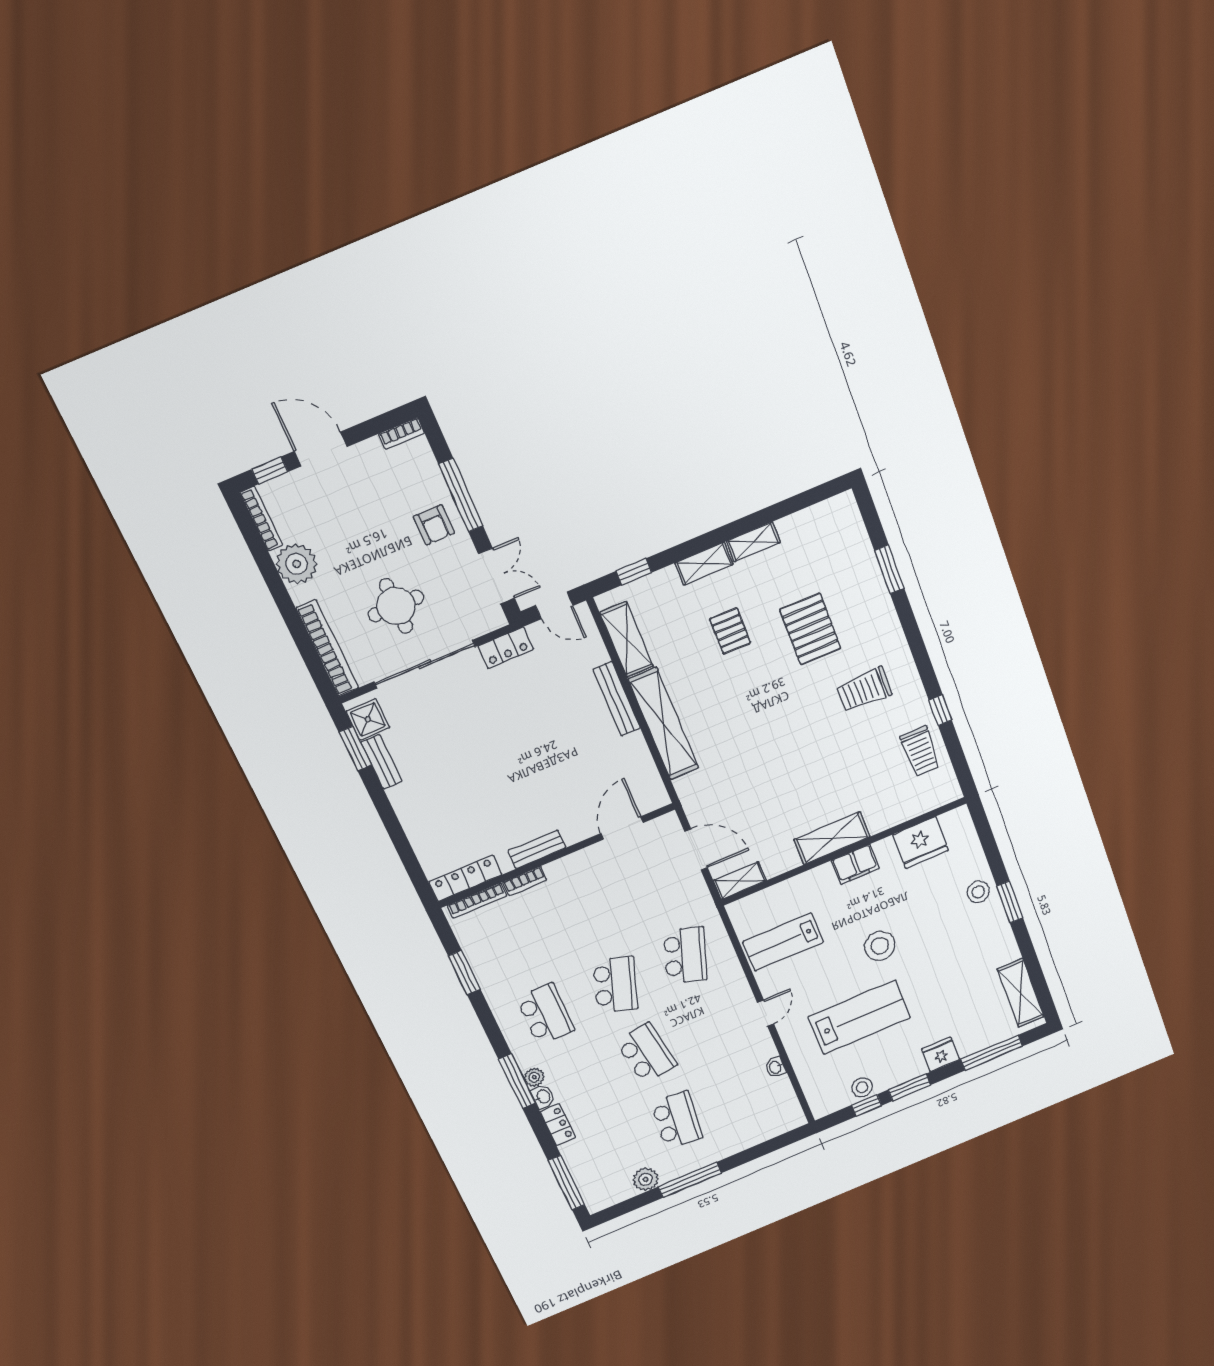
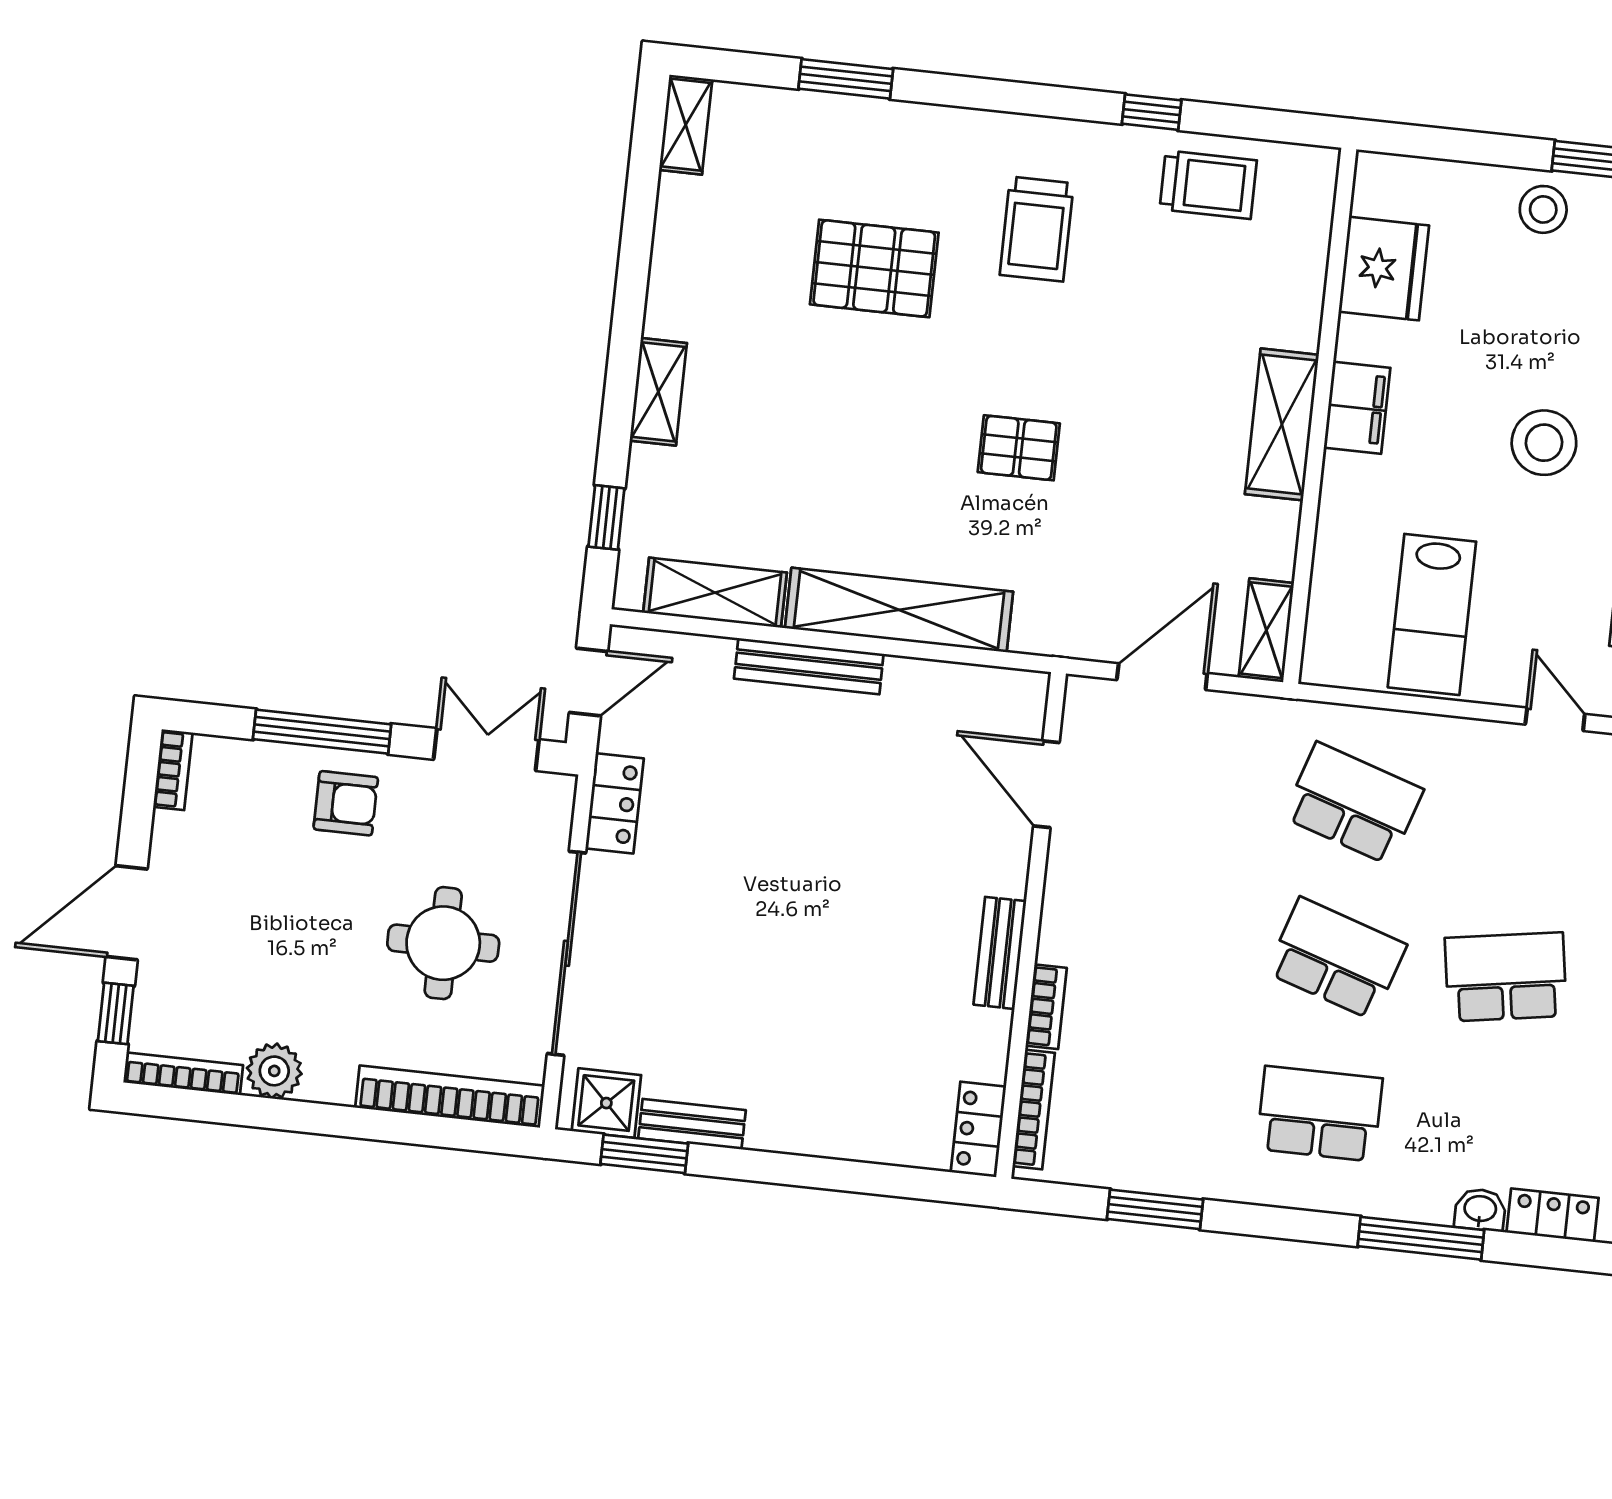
shelving: (753, 542) -> (686, 125), moved
plant: (297, 564) -> (274, 1071), width x0.73, depth x0.73
pallet: (730, 631) -> (1019, 448), moved
locker: (465, 878) -> (978, 1129), width x0.66
plant: (534, 1077) -> (1431, 1204), removed

